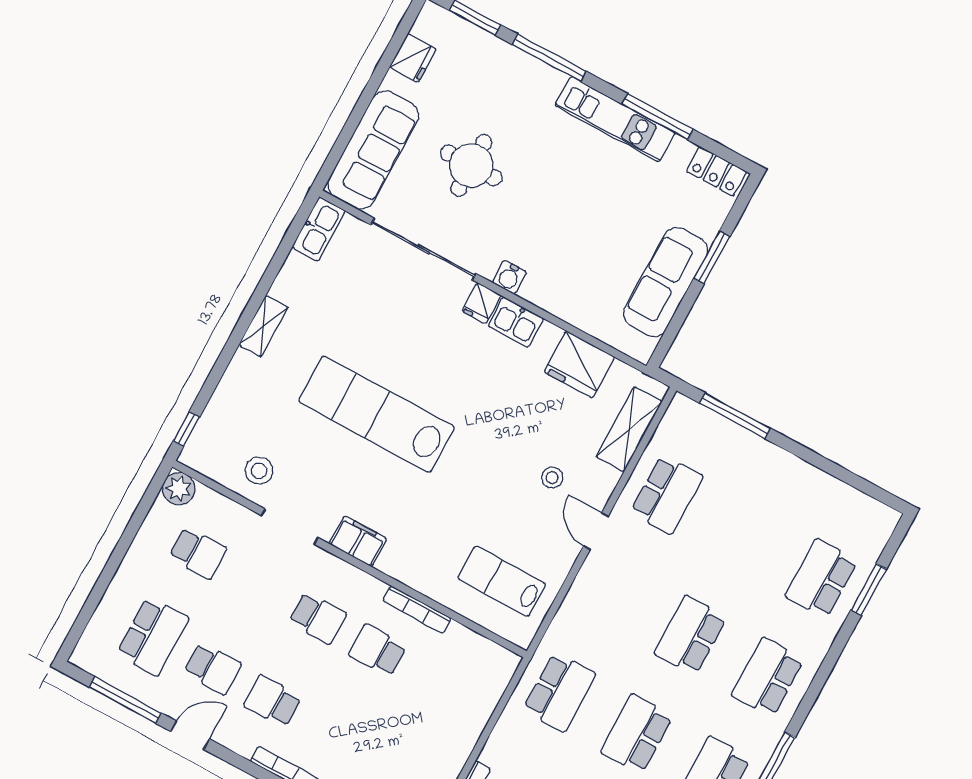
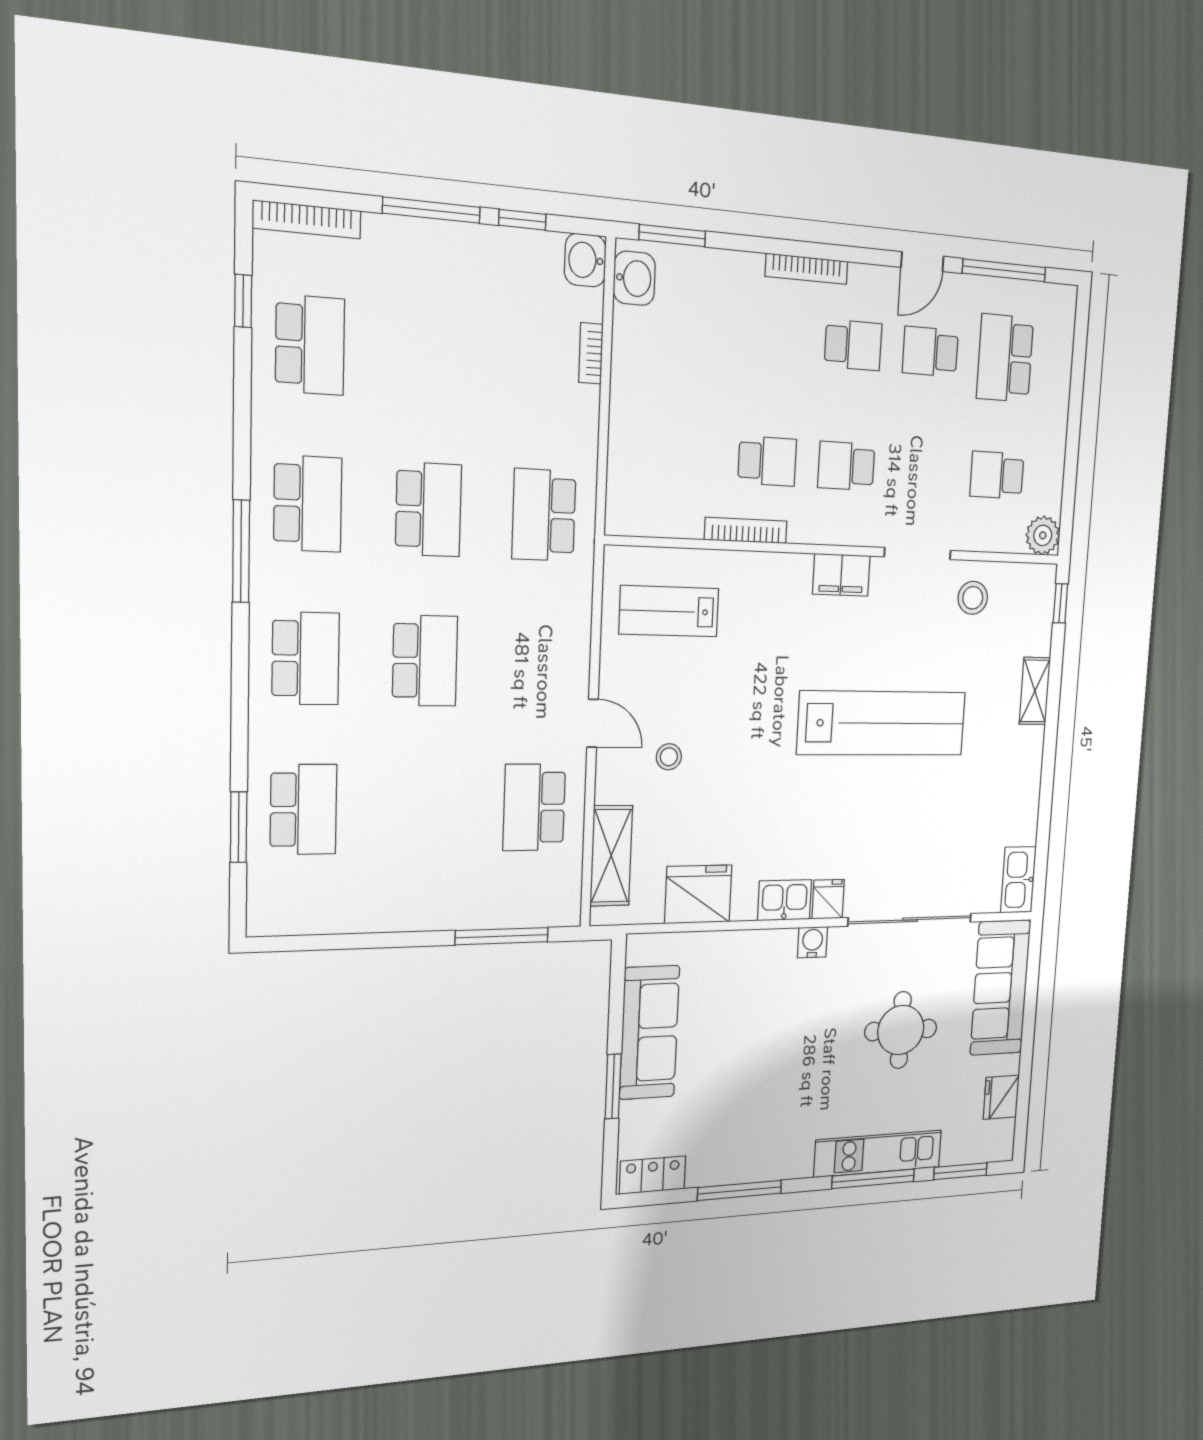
kitchen unit: (615, 119) -> (878, 1154), moved
shelving: (263, 326) -> (1035, 691), moved
lab bench: (502, 581) -> (669, 611), turned 180

